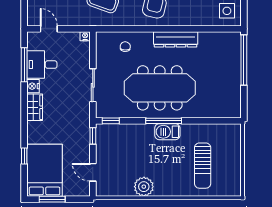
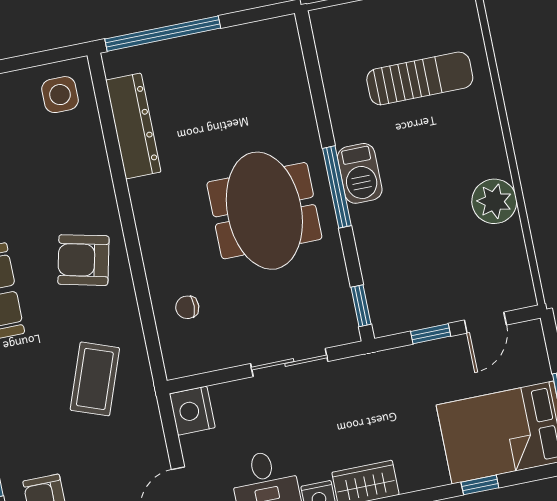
nightstand: (85, 36) -> (192, 411), width x1.89, depth x1.79
dresser: (176, 39) -> (133, 126), moved
meeting table: (160, 88) -> (264, 211), width x0.73
window: (93, 136) -> (431, 334), moved

